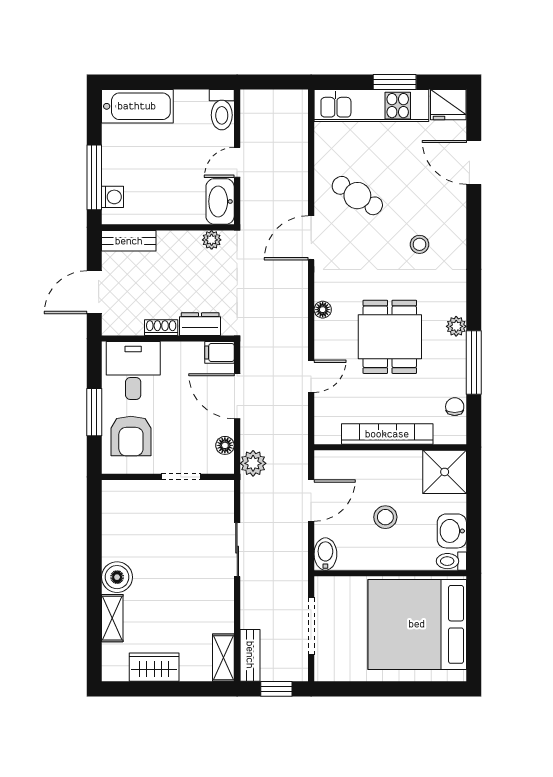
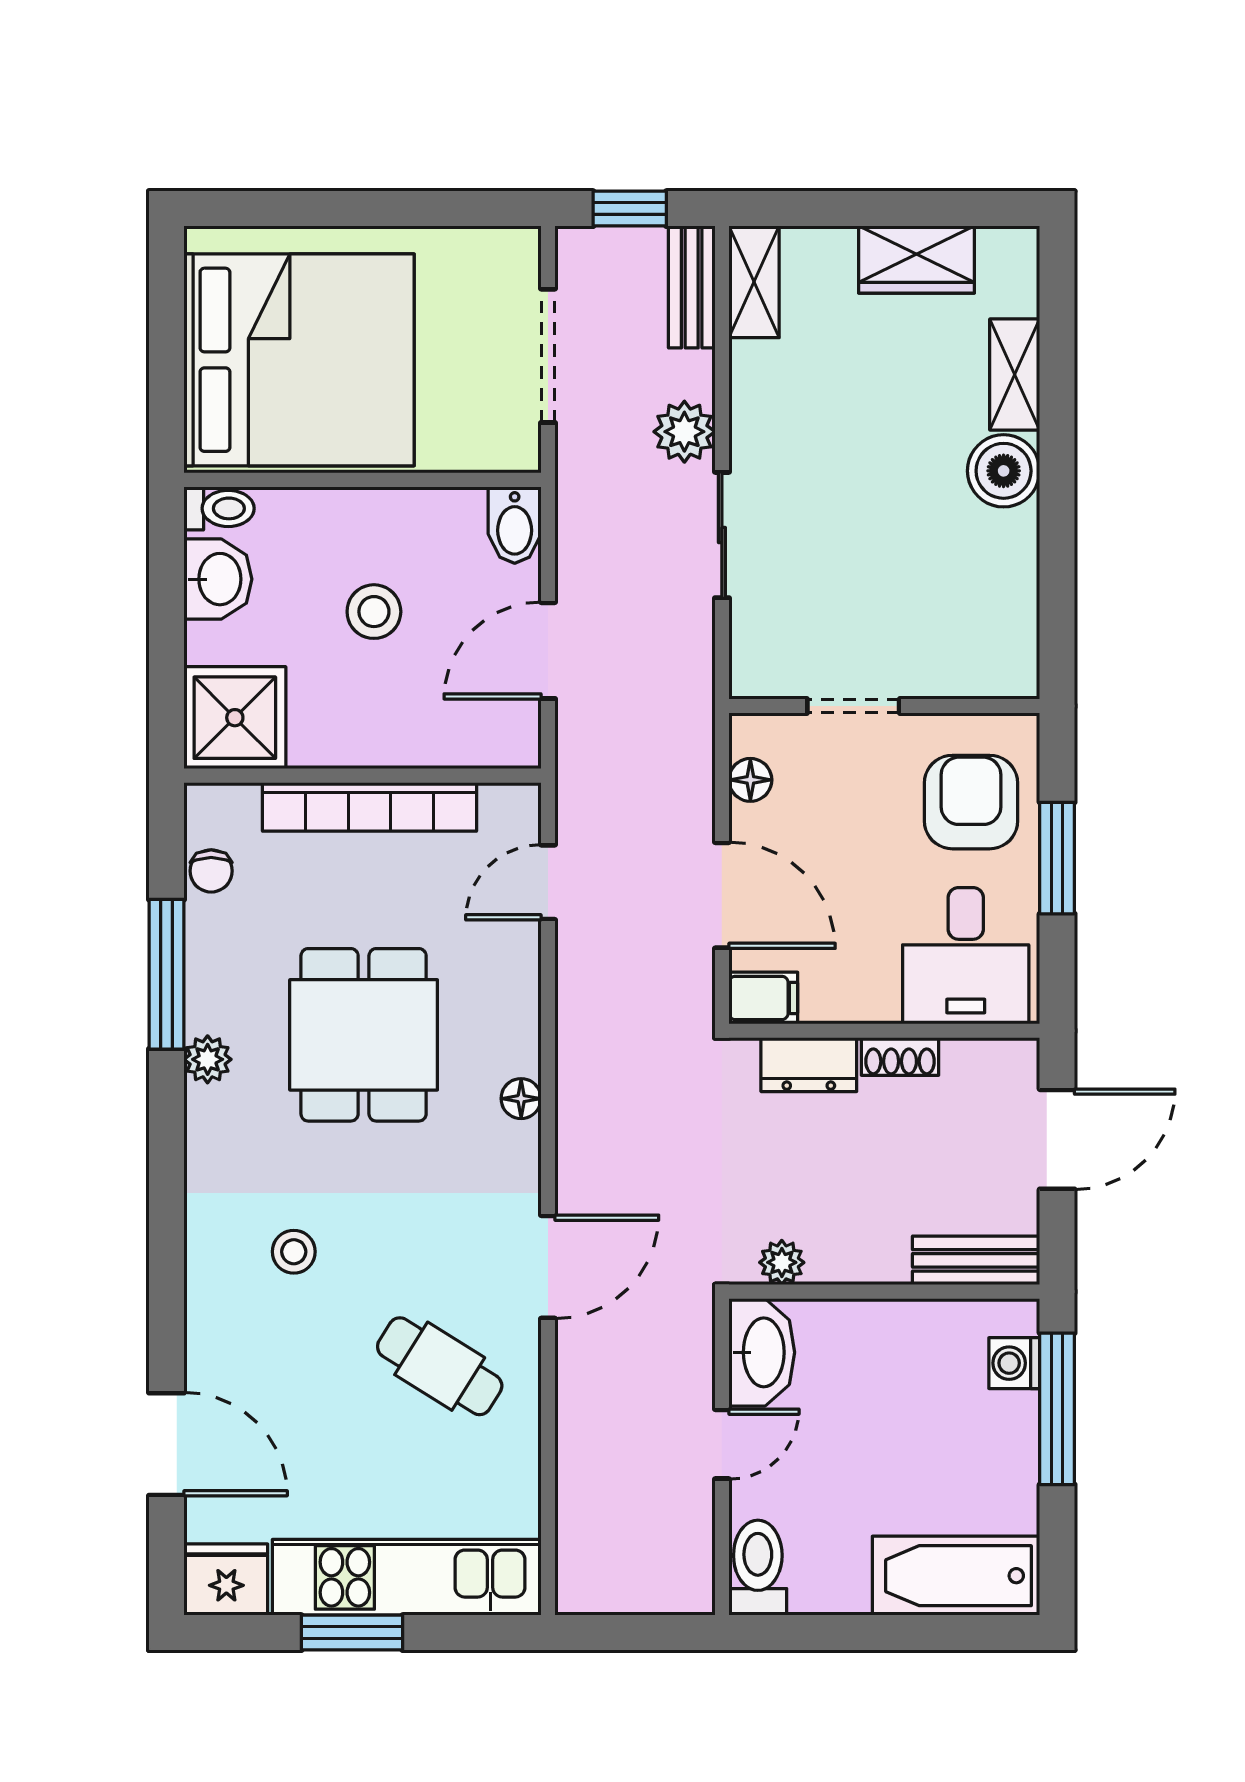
door: (311, 376) -> (548, 882), moved
plant: (253, 463) -> (684, 432), moved

